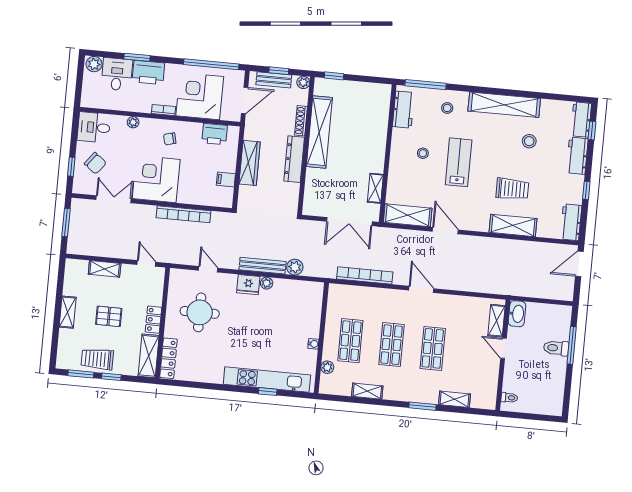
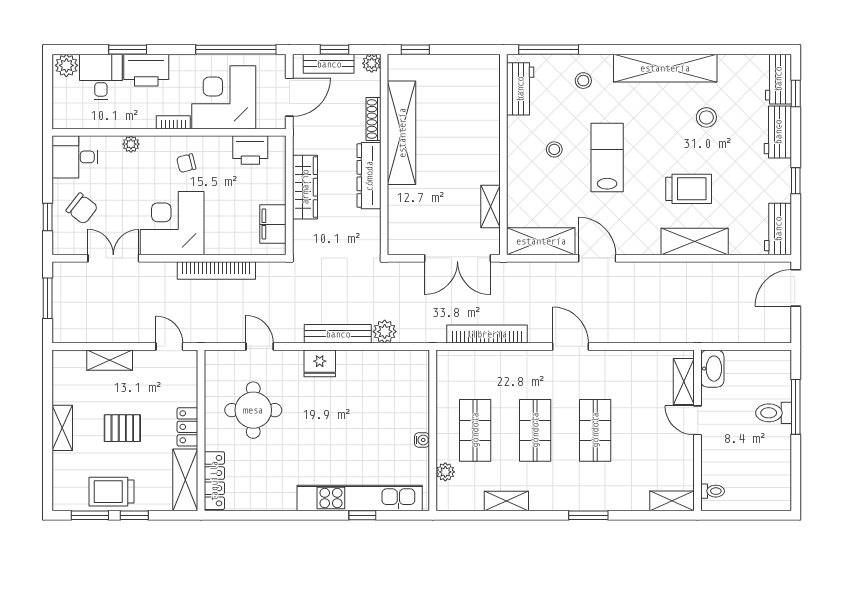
filing cabinet: (226, 179) -> (273, 224), width x2.00
plant: (267, 283) -> (346, 359), removed
shelving: (454, 399) -> (672, 501), moved

